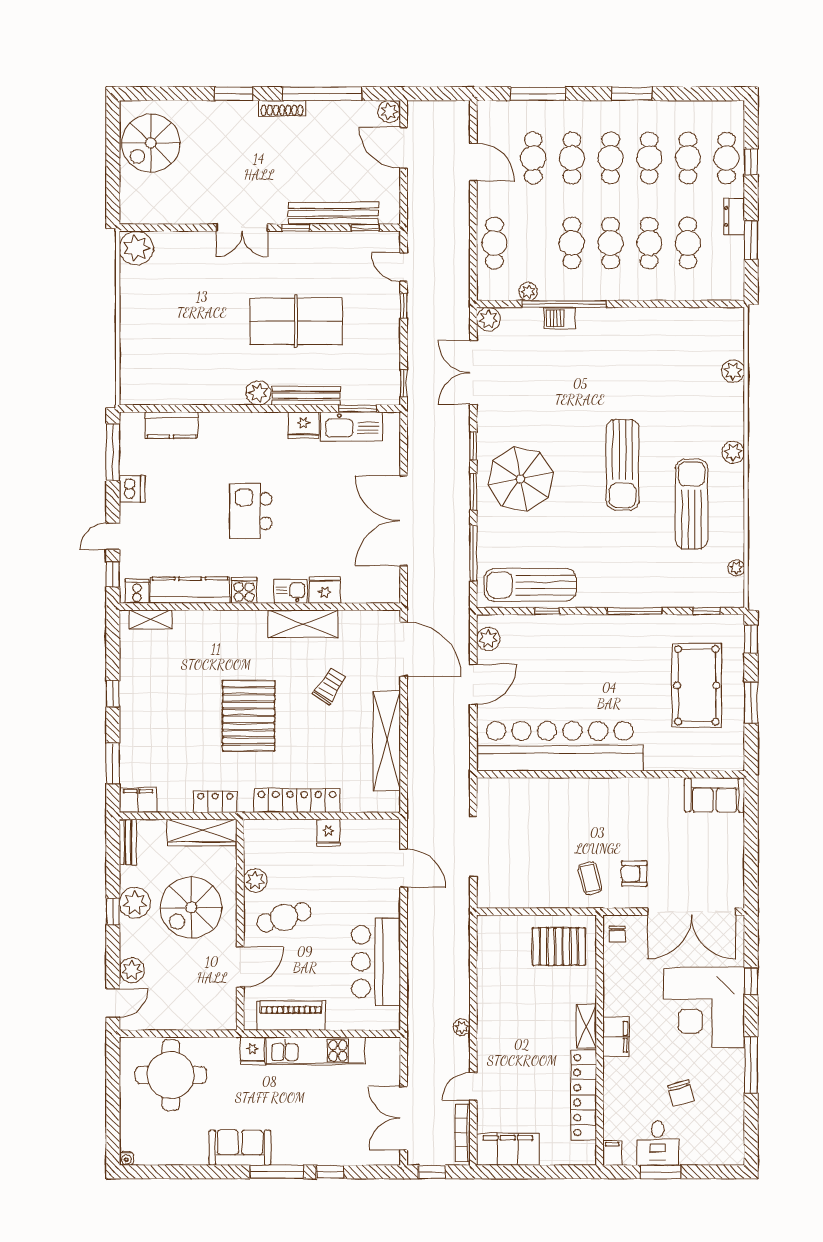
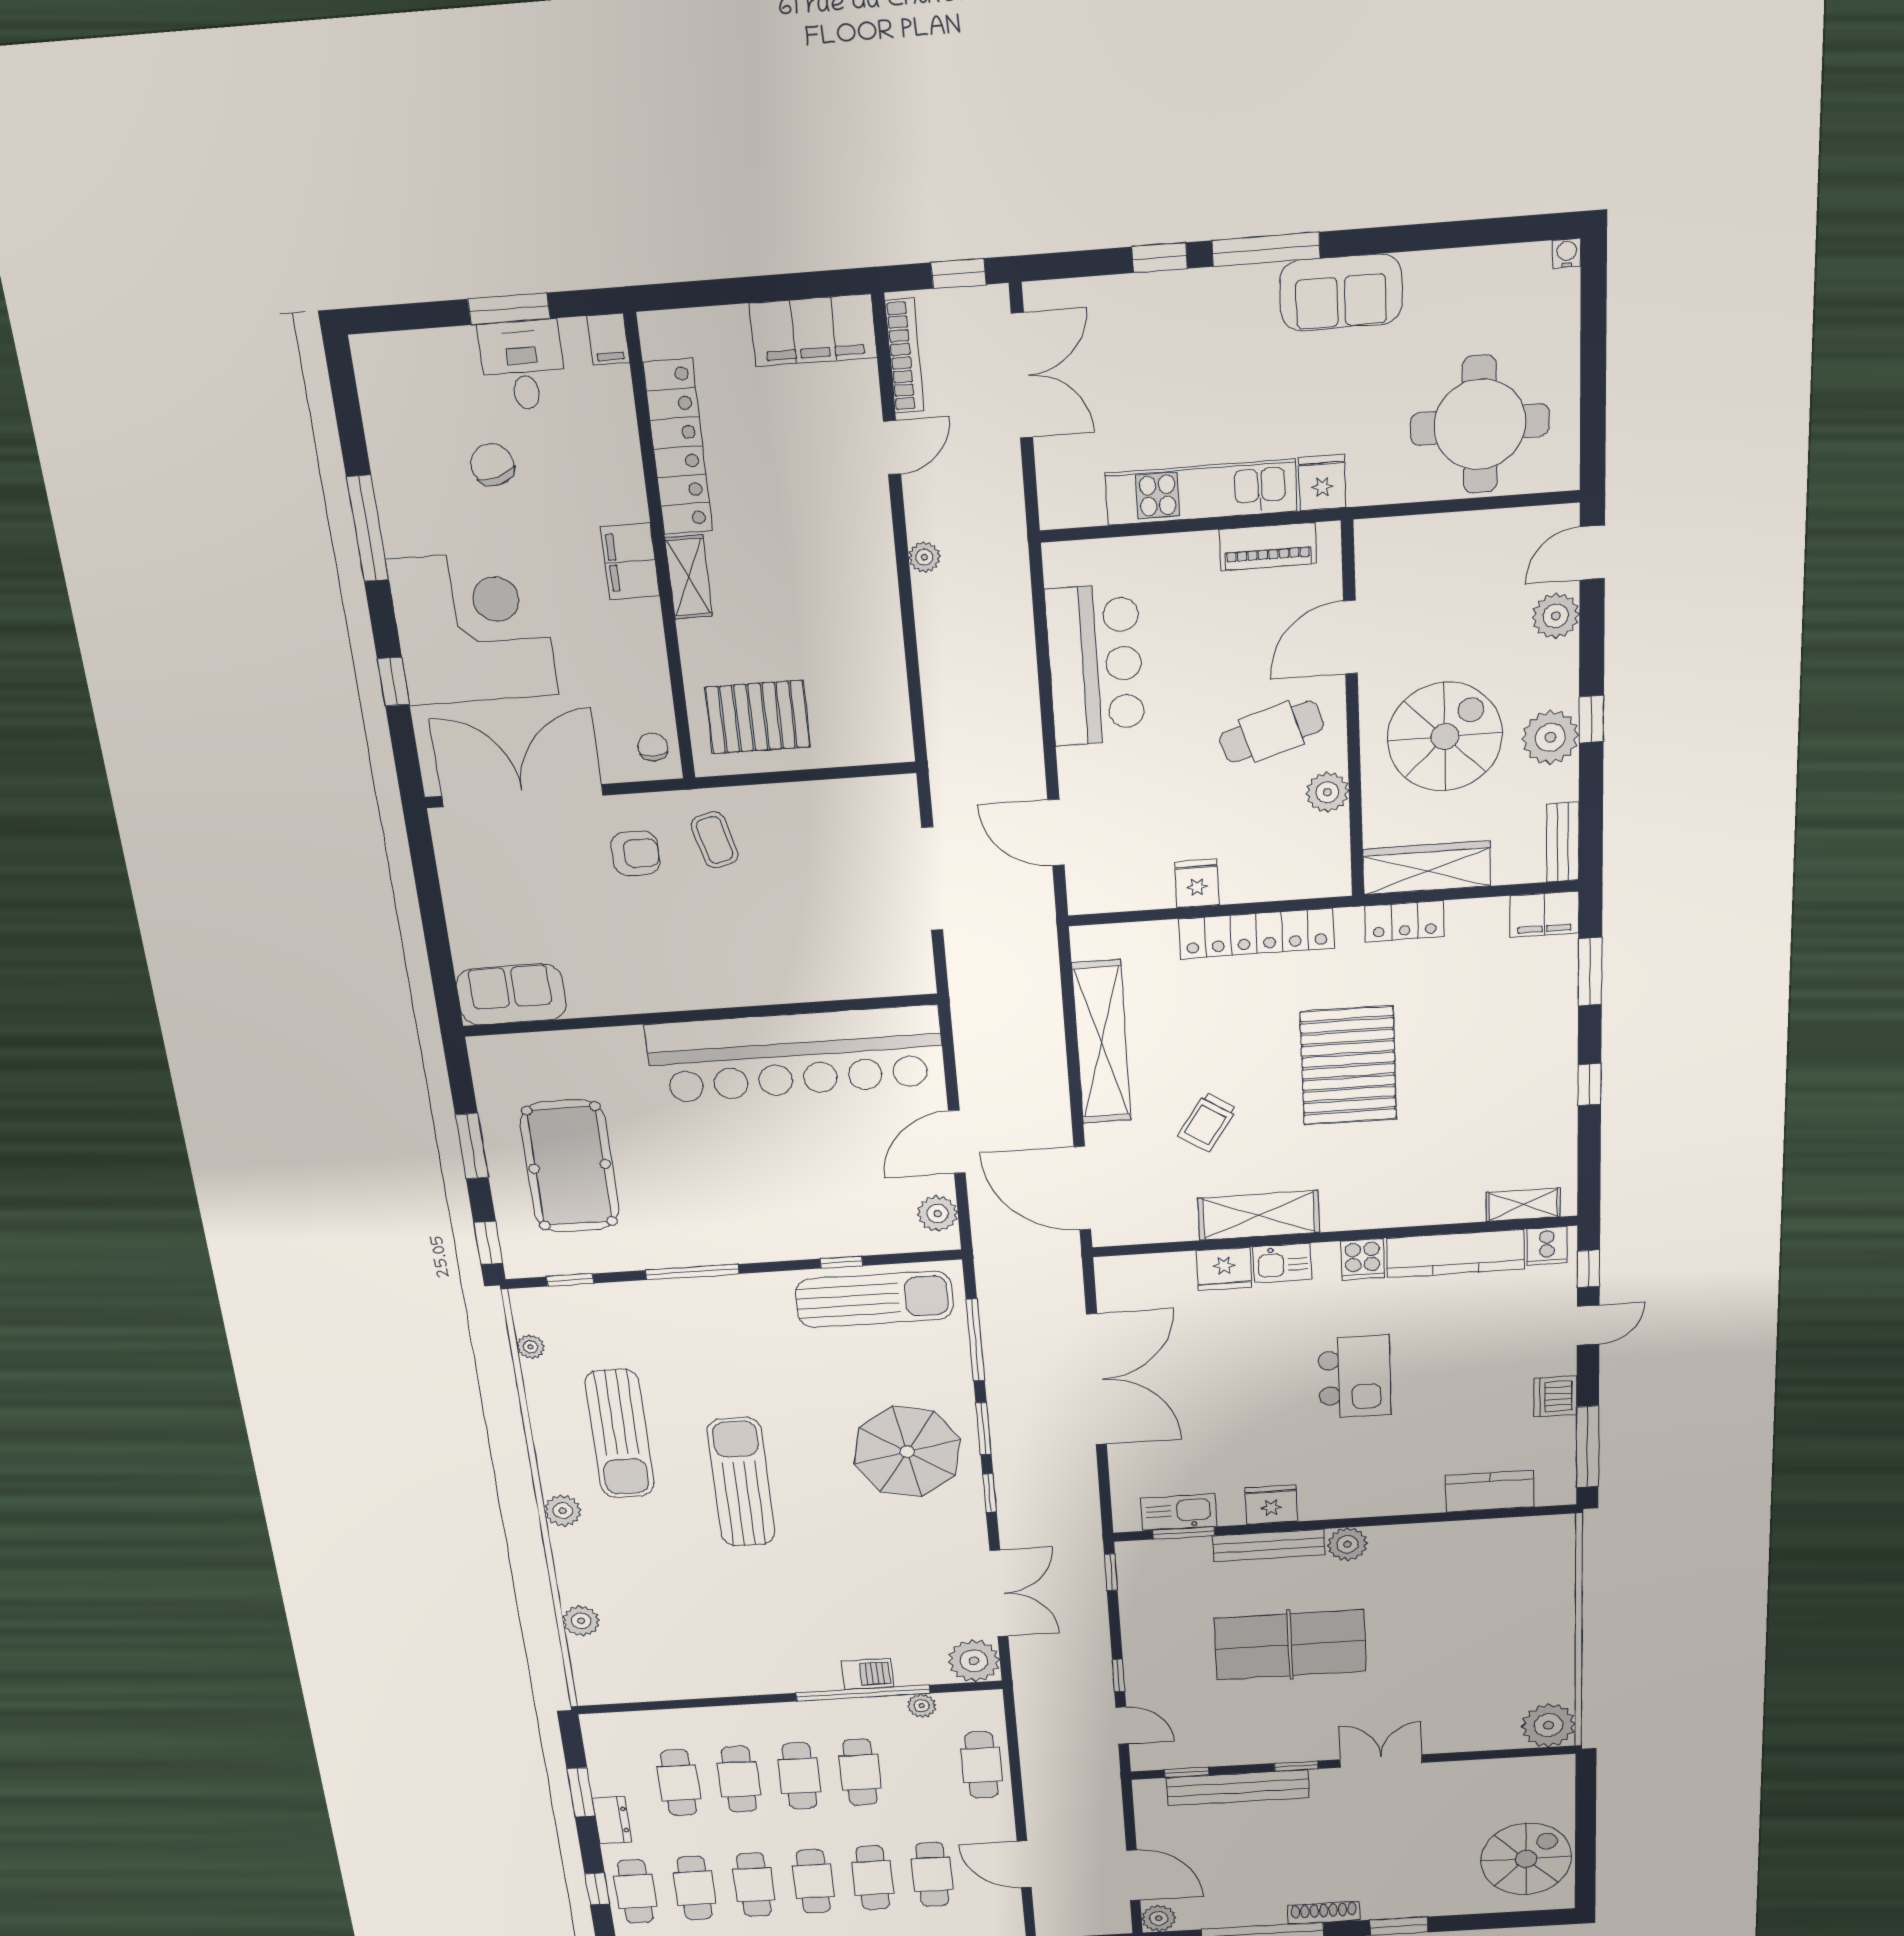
plant: (488, 319) -> (974, 1661), width x1.36, depth x1.36
kitchen sink: (352, 427) -> (1179, 1512), width x0.73, depth x0.81
piano: (291, 1016) -> (1268, 547), width x0.73, depth x0.75

